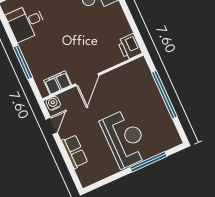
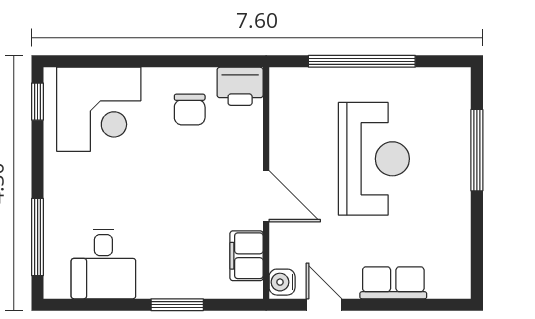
chair: (110, 30) -> (190, 110), added
window: (23, 62) -> (177, 305), width x0.69
reception desk: (125, 139) -> (374, 159), moved, turned 90

